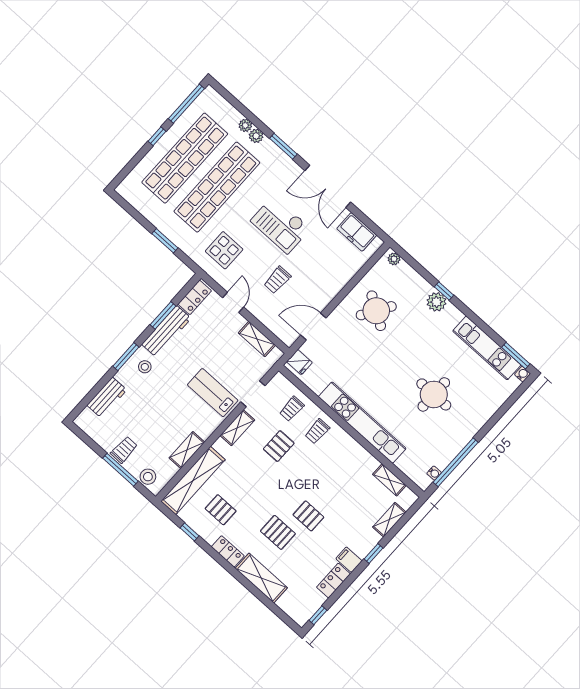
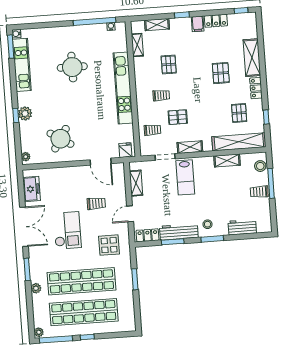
plant: (245, 125) -> (39, 332), moved
trolley: (317, 431) -> (161, 95), moved
pallet: (308, 516) -> (169, 65), moved

